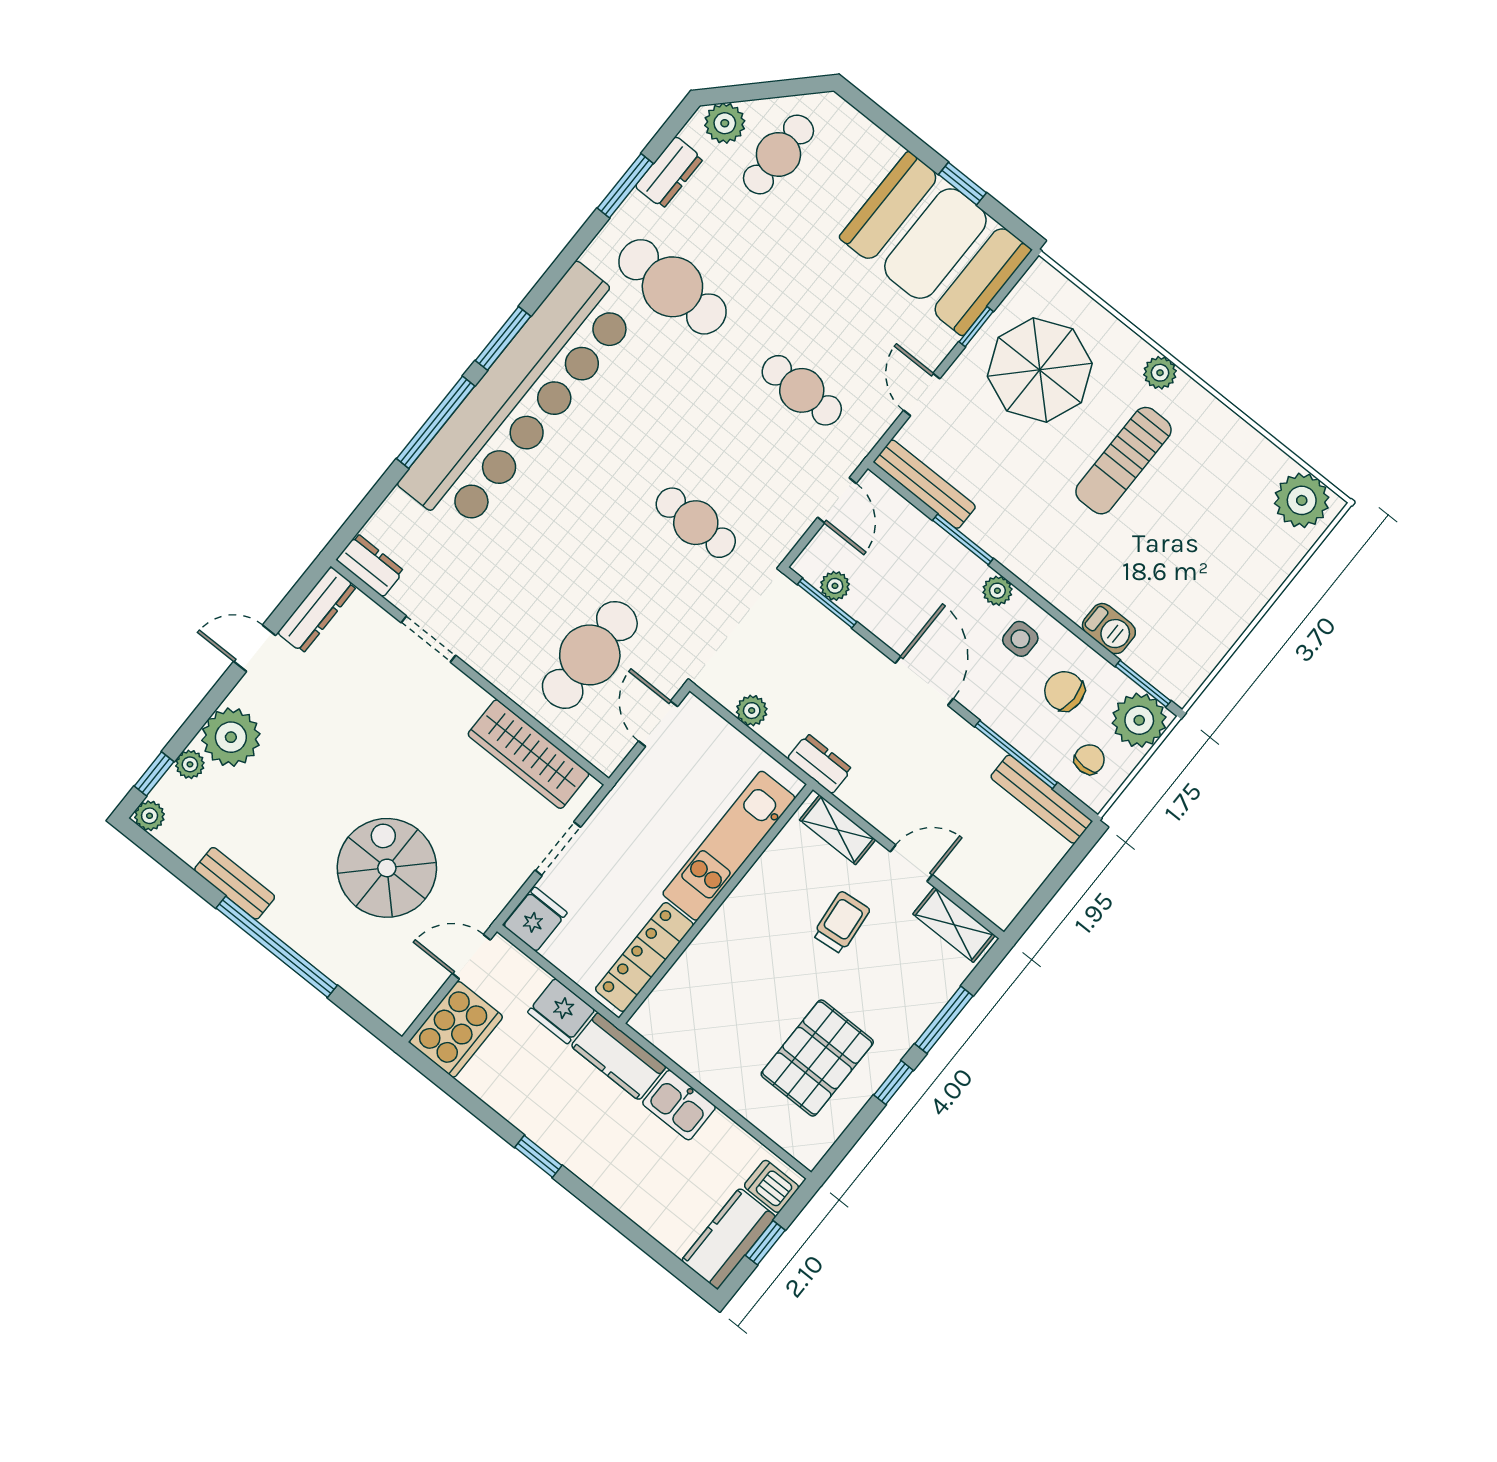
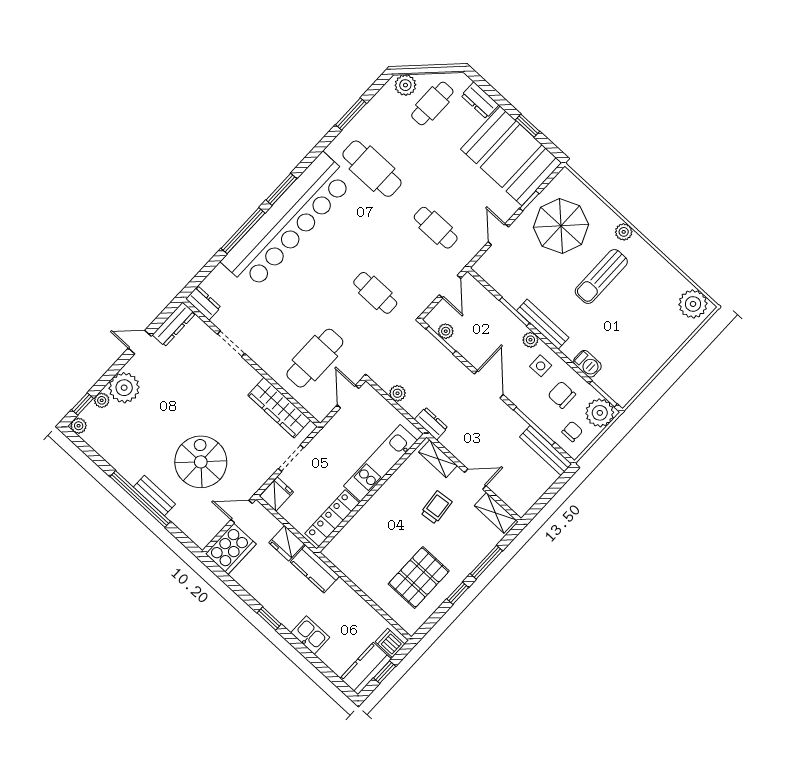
dresser: (669, 172) -> (480, 100), moved, turned 90
bench: (925, 484) -> (543, 324), moved
bench: (235, 883) -> (154, 496), moved
kitchen sink: (679, 1105) -> (310, 635), moved, turned 180

